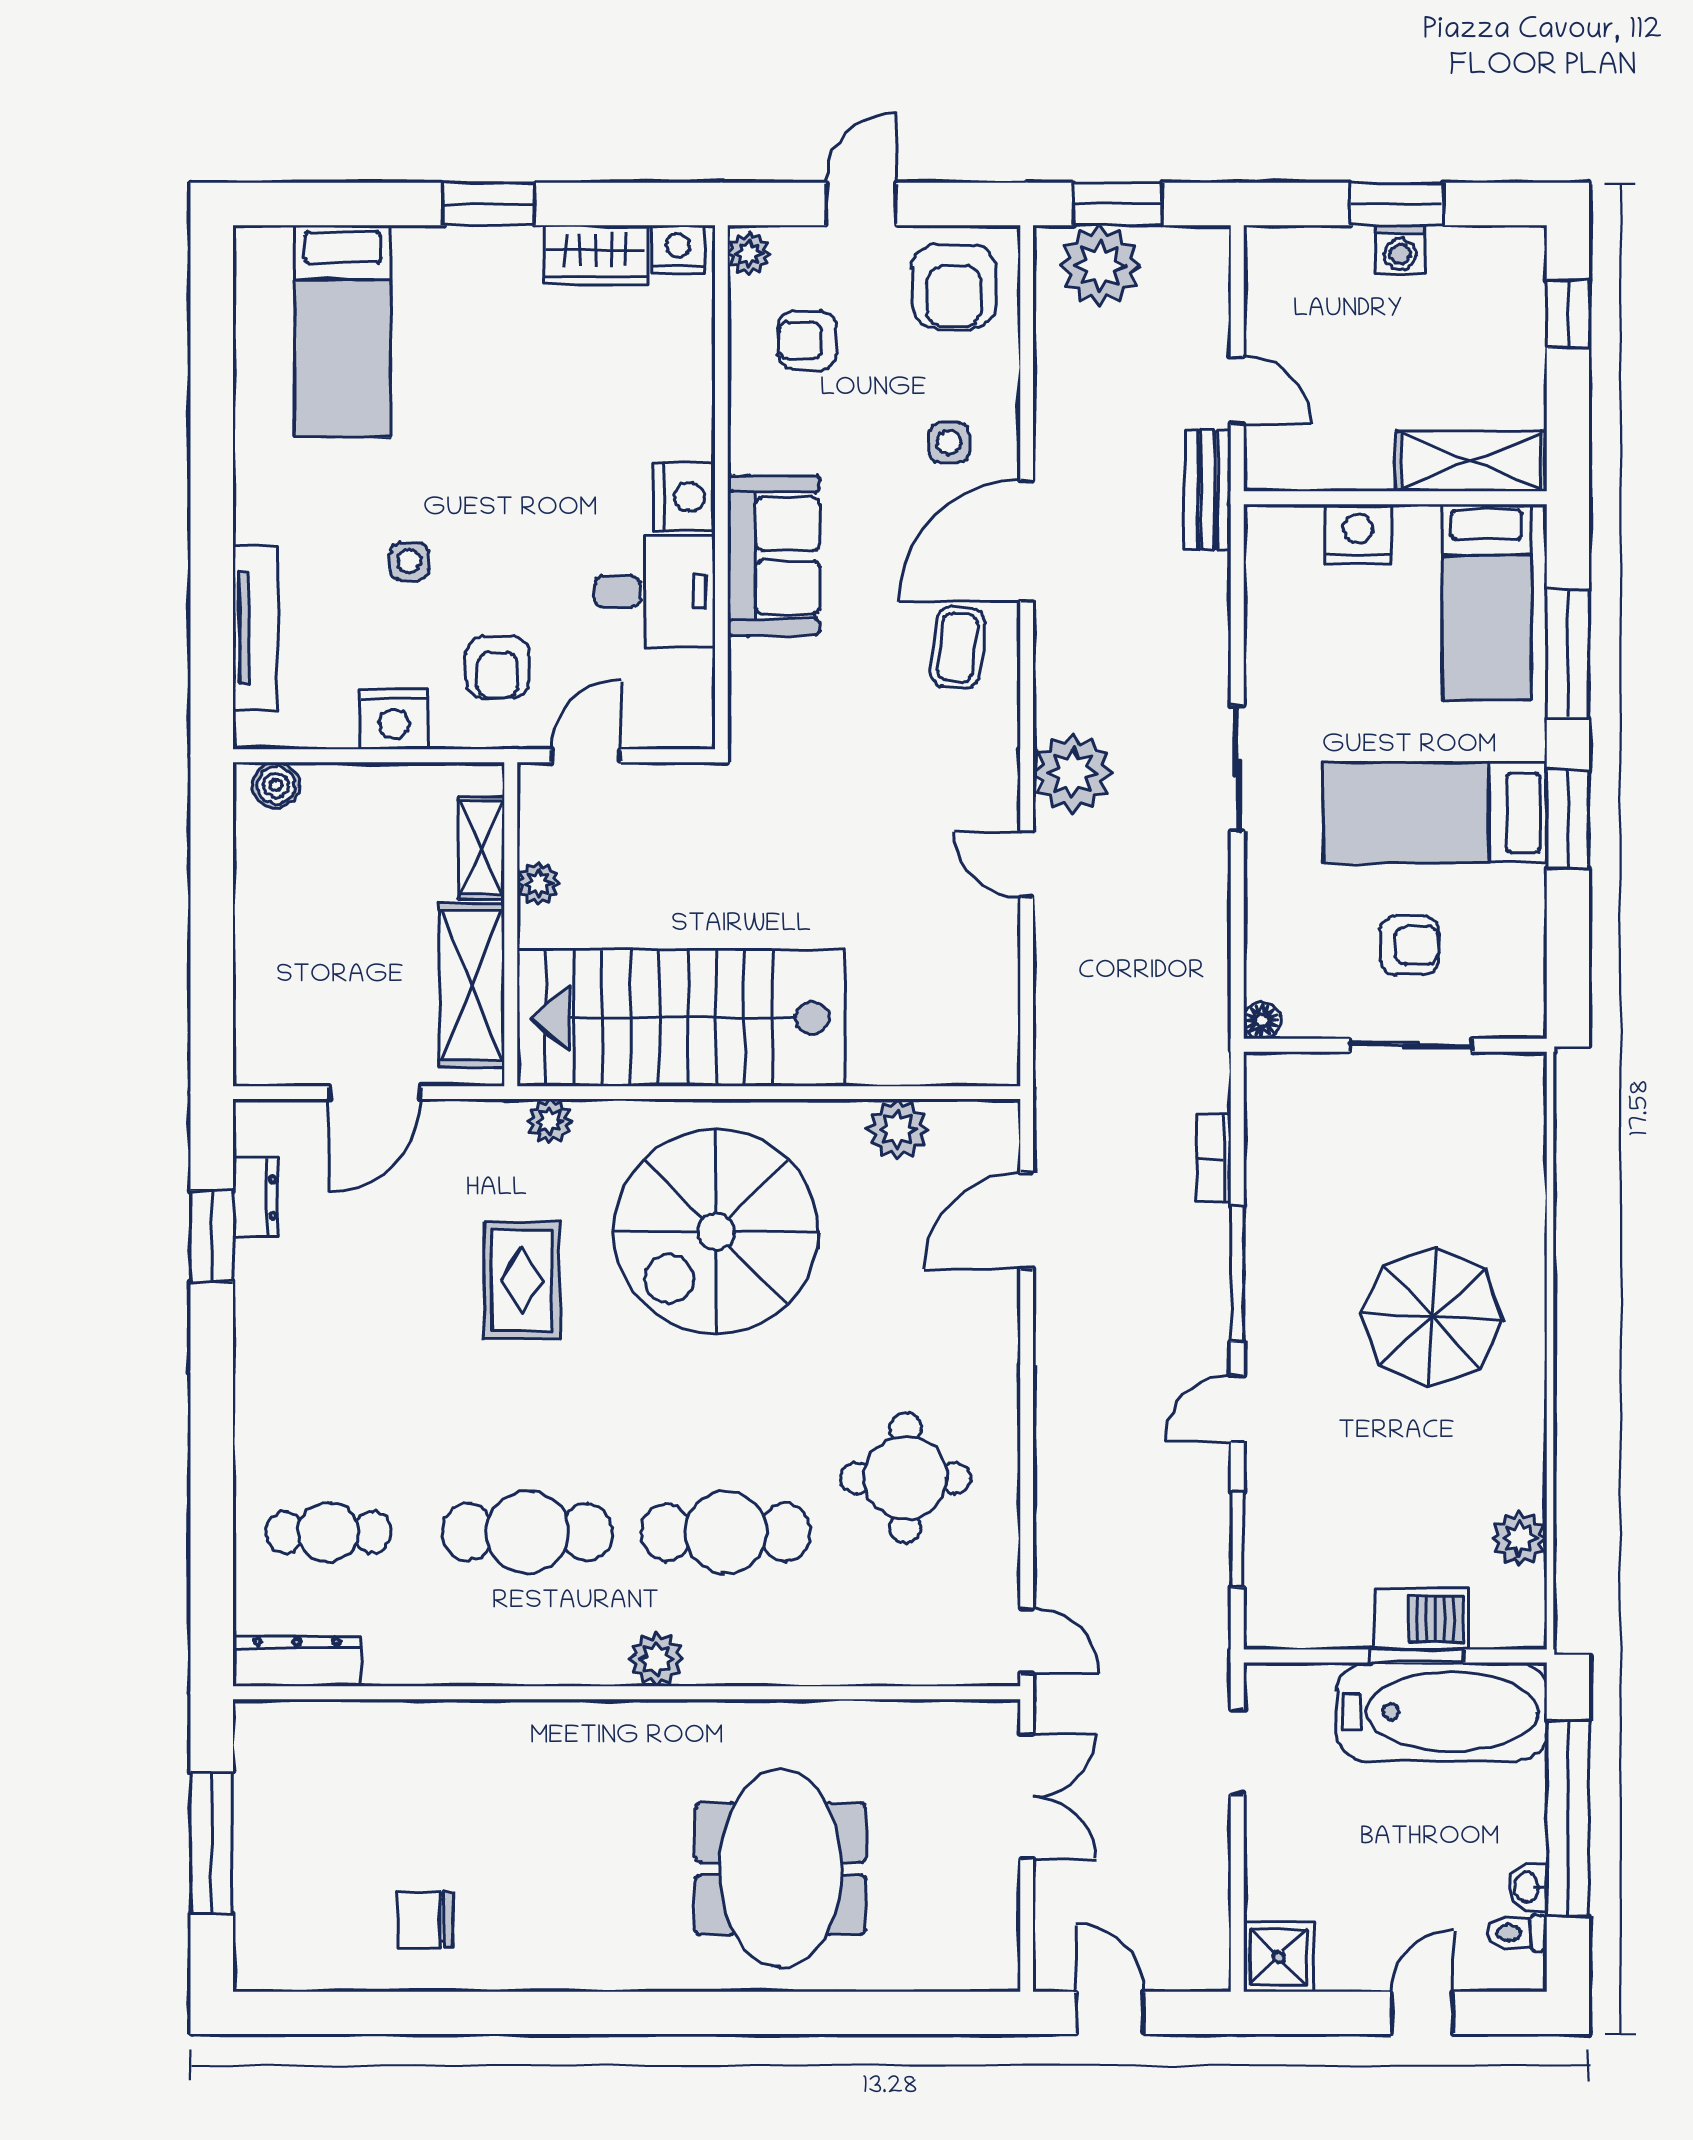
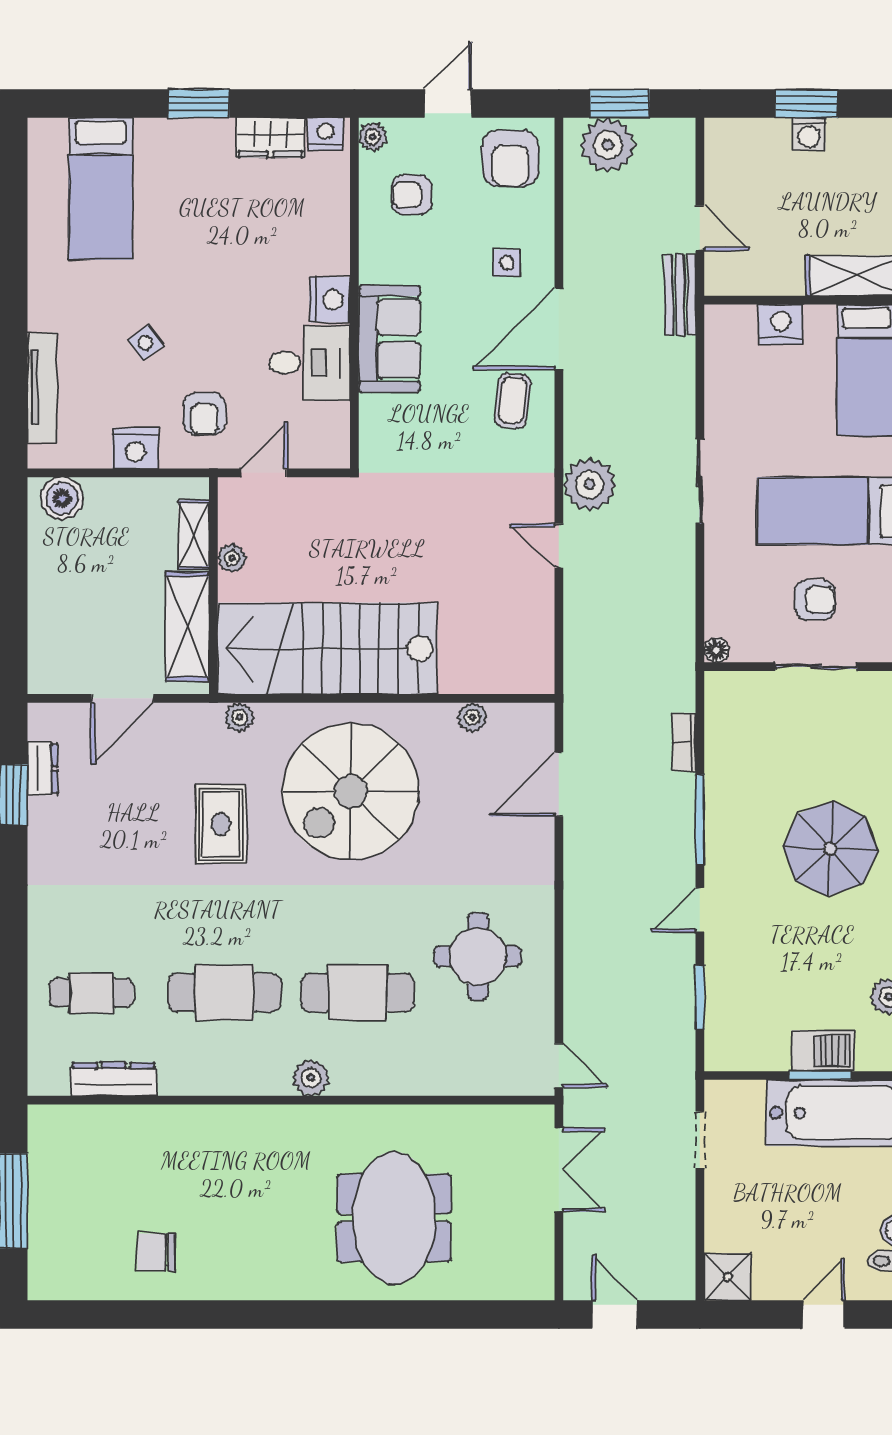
side table: (409, 561) -> (145, 343), turned -35
boiler: (276, 785) -> (62, 498), width x1.36, depth x1.36
plant: (898, 1129) -> (472, 717), width x0.73, depth x0.73
dresser: (297, 1661) -> (114, 1079), moved

